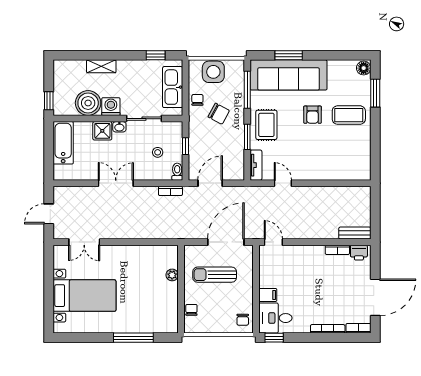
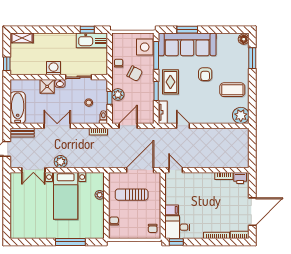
shelving: (101, 66) -> (22, 38), moved
side table: (213, 72) -> (145, 47), moved
kitchen sink: (173, 87) -> (92, 40), moved, turned -90
boiler: (88, 103) -> (36, 65), removed
coffee table: (349, 115) -> (232, 90), moved
plant: (196, 142) -> (118, 94), added
bathtub: (63, 143) -> (18, 108), moved
plant: (360, 169) -> (241, 115), added
plant: (120, 231) -> (61, 162), added
bench: (355, 233) -> (22, 133), moved
bed with nightstands: (84, 296) -> (66, 196), moved, turned 90

